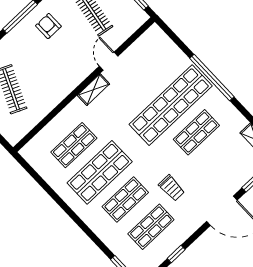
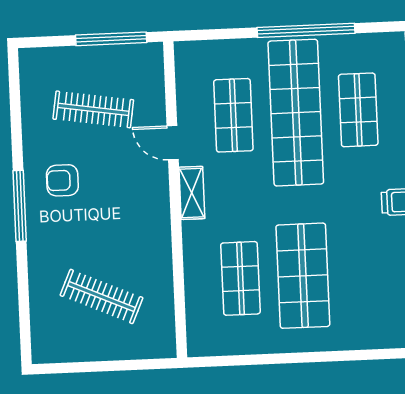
shop shelf: (125, 200) -> (233, 115), moved

